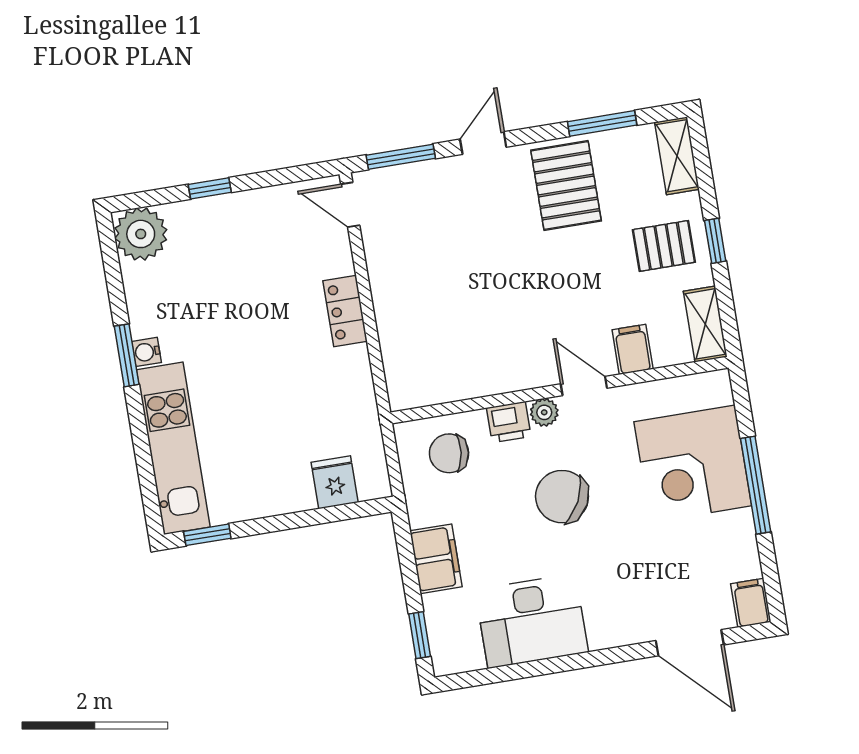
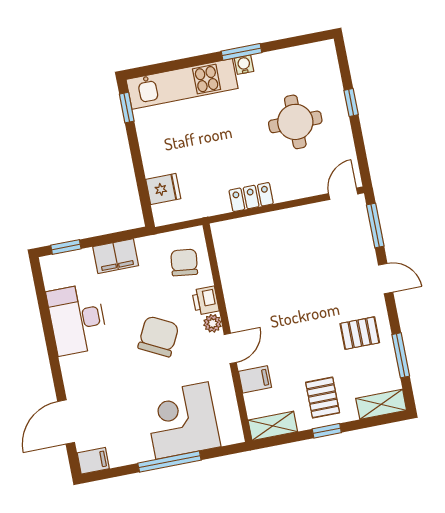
pallet: (566, 186) -> (360, 333), width x0.67, depth x0.71
plant: (141, 234) -> (320, 59), removed
round table: (237, 275) -> (295, 122), added
locker: (345, 311) -> (251, 197), moved

